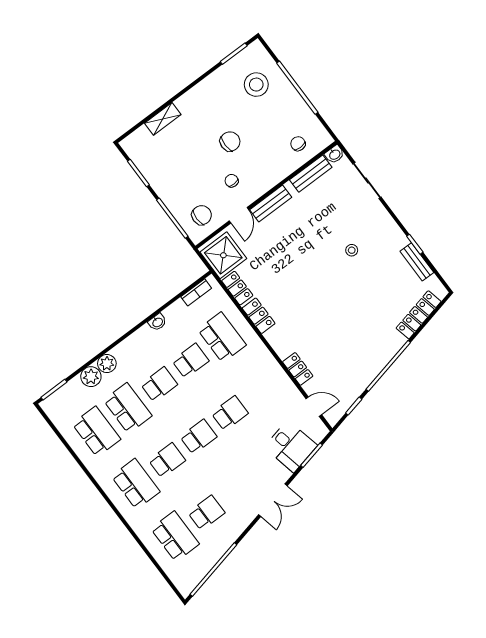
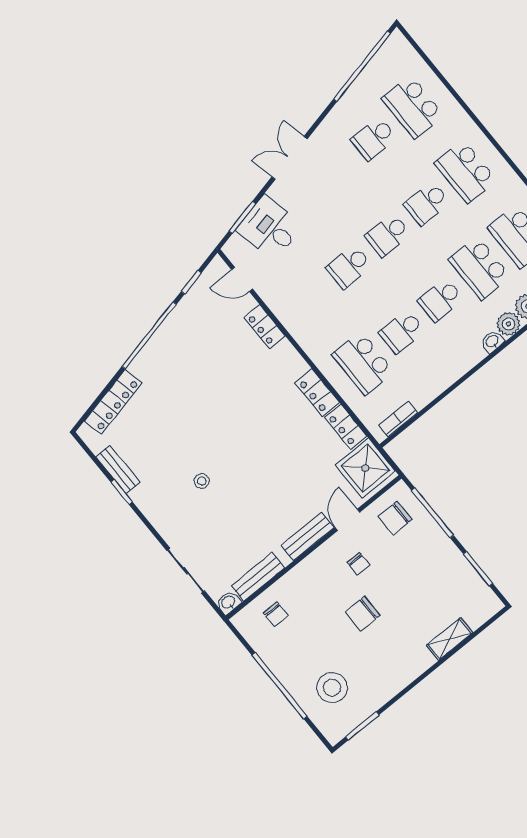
washbasin: (157, 322) -> (492, 342), moved

